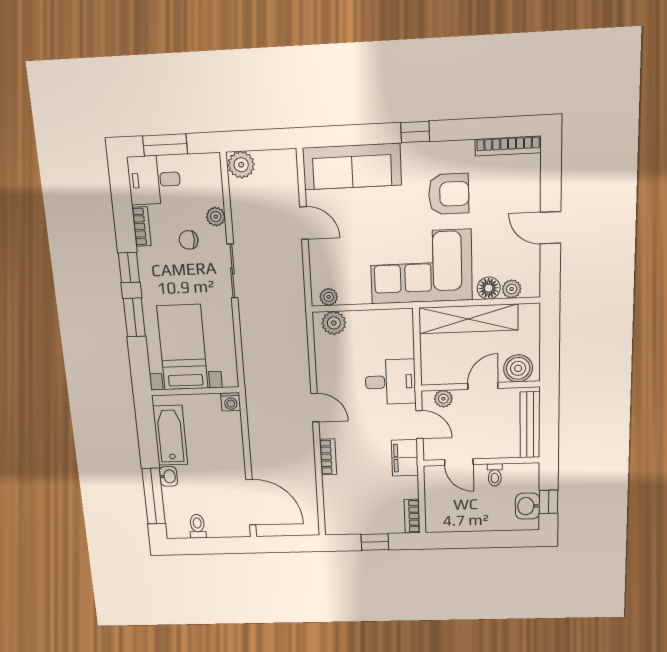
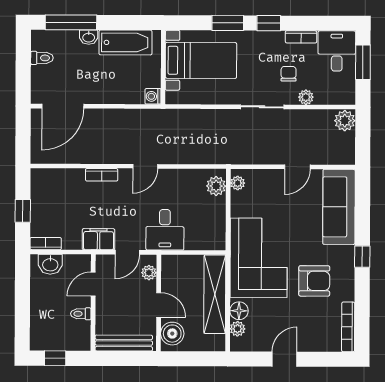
armchair: (449, 194) -> (314, 281), turned -90
washbasin: (527, 506) -> (50, 264), moved, turned 180

